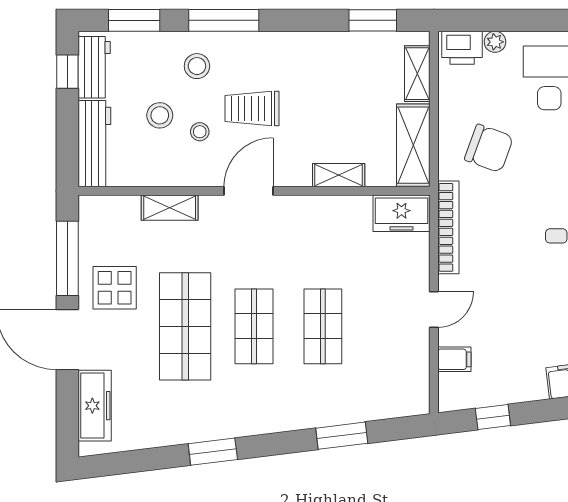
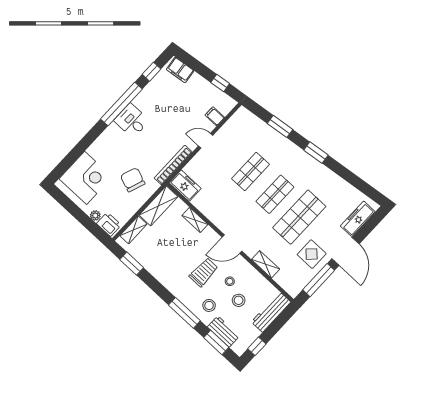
workbench: (94, 67) -> (223, 331), moved, turned 90
trolley: (252, 109) -> (204, 272), turned -90
window: (213, 452) -> (316, 153), moved

